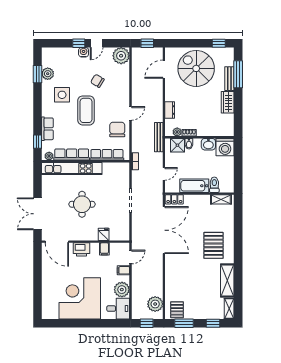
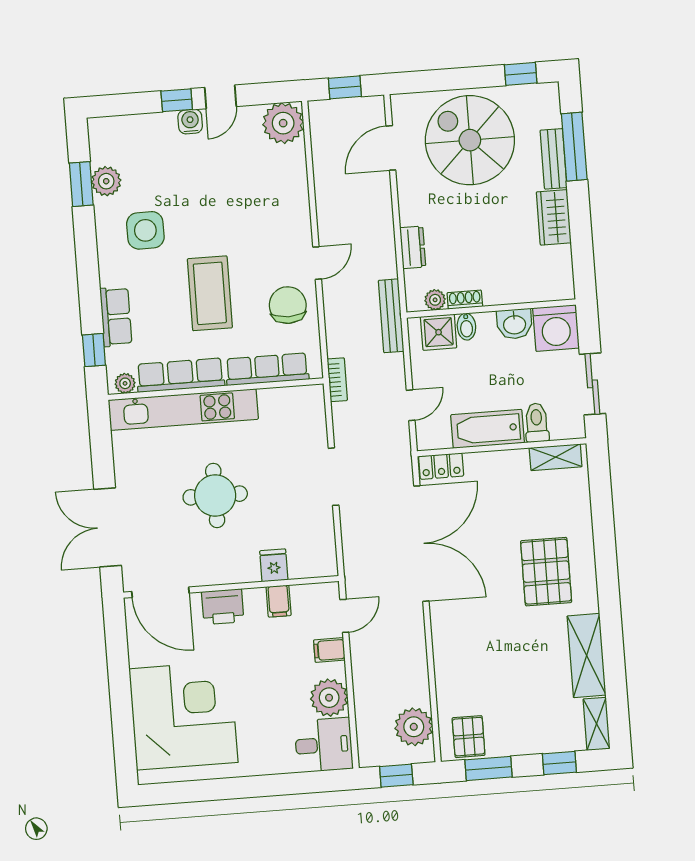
chair: (97, 81) -> (230, 189), removed
coffee table: (86, 110) -> (210, 293), moved
sliding door: (238, 171) -> (592, 384), added
corner desk: (80, 298) -> (183, 716), moved, turned 90

